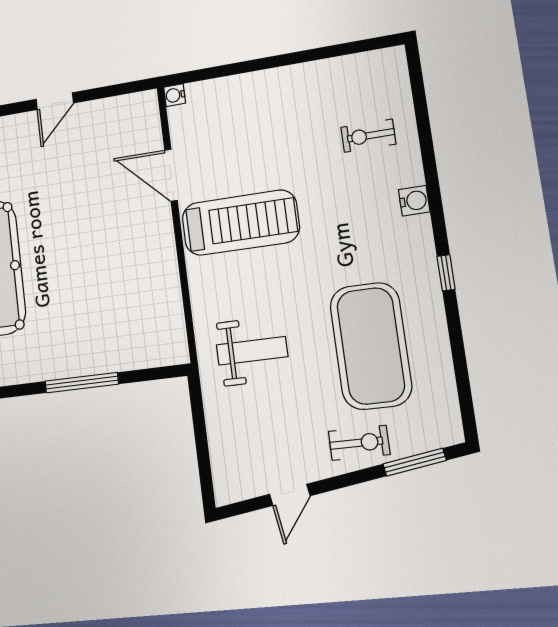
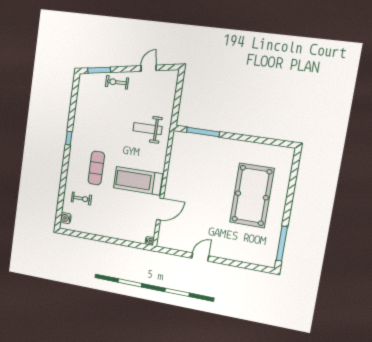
door: (171, 175) -> (160, 209), hinge flipped
water cooler: (414, 201) -> (66, 218), moved
exercise mat: (371, 346) -> (96, 168), moved, width x0.50, depth x0.69
window: (82, 383) -> (203, 132), moved

